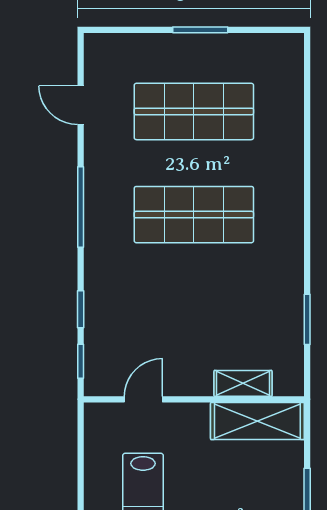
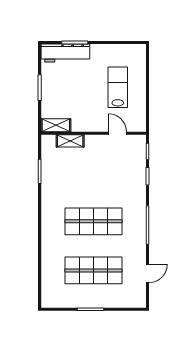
door: (81, 105) -> (147, 273), hinge flipped
door: (143, 399) -> (118, 133), swing flipped
shelving: (257, 421) -> (56, 125), width x0.67, depth x0.75

